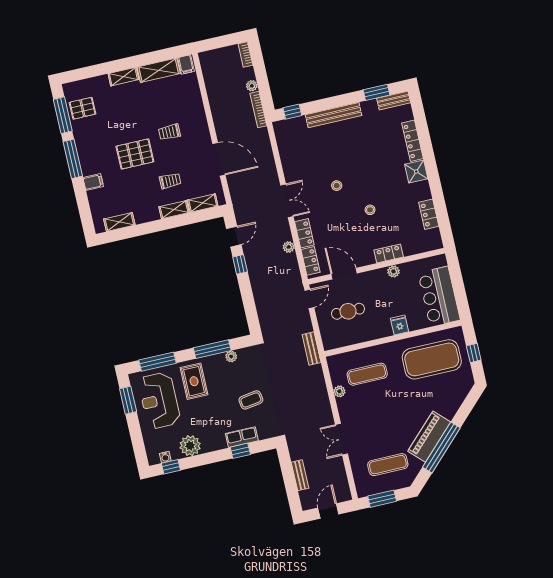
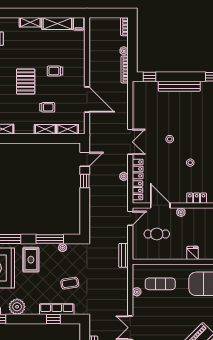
pallet: (135, 154) -> (26, 81), turned 90
plant: (394, 271) -> (181, 212), moved
row of seats: (242, 437) -> (57, 309), width x1.48

